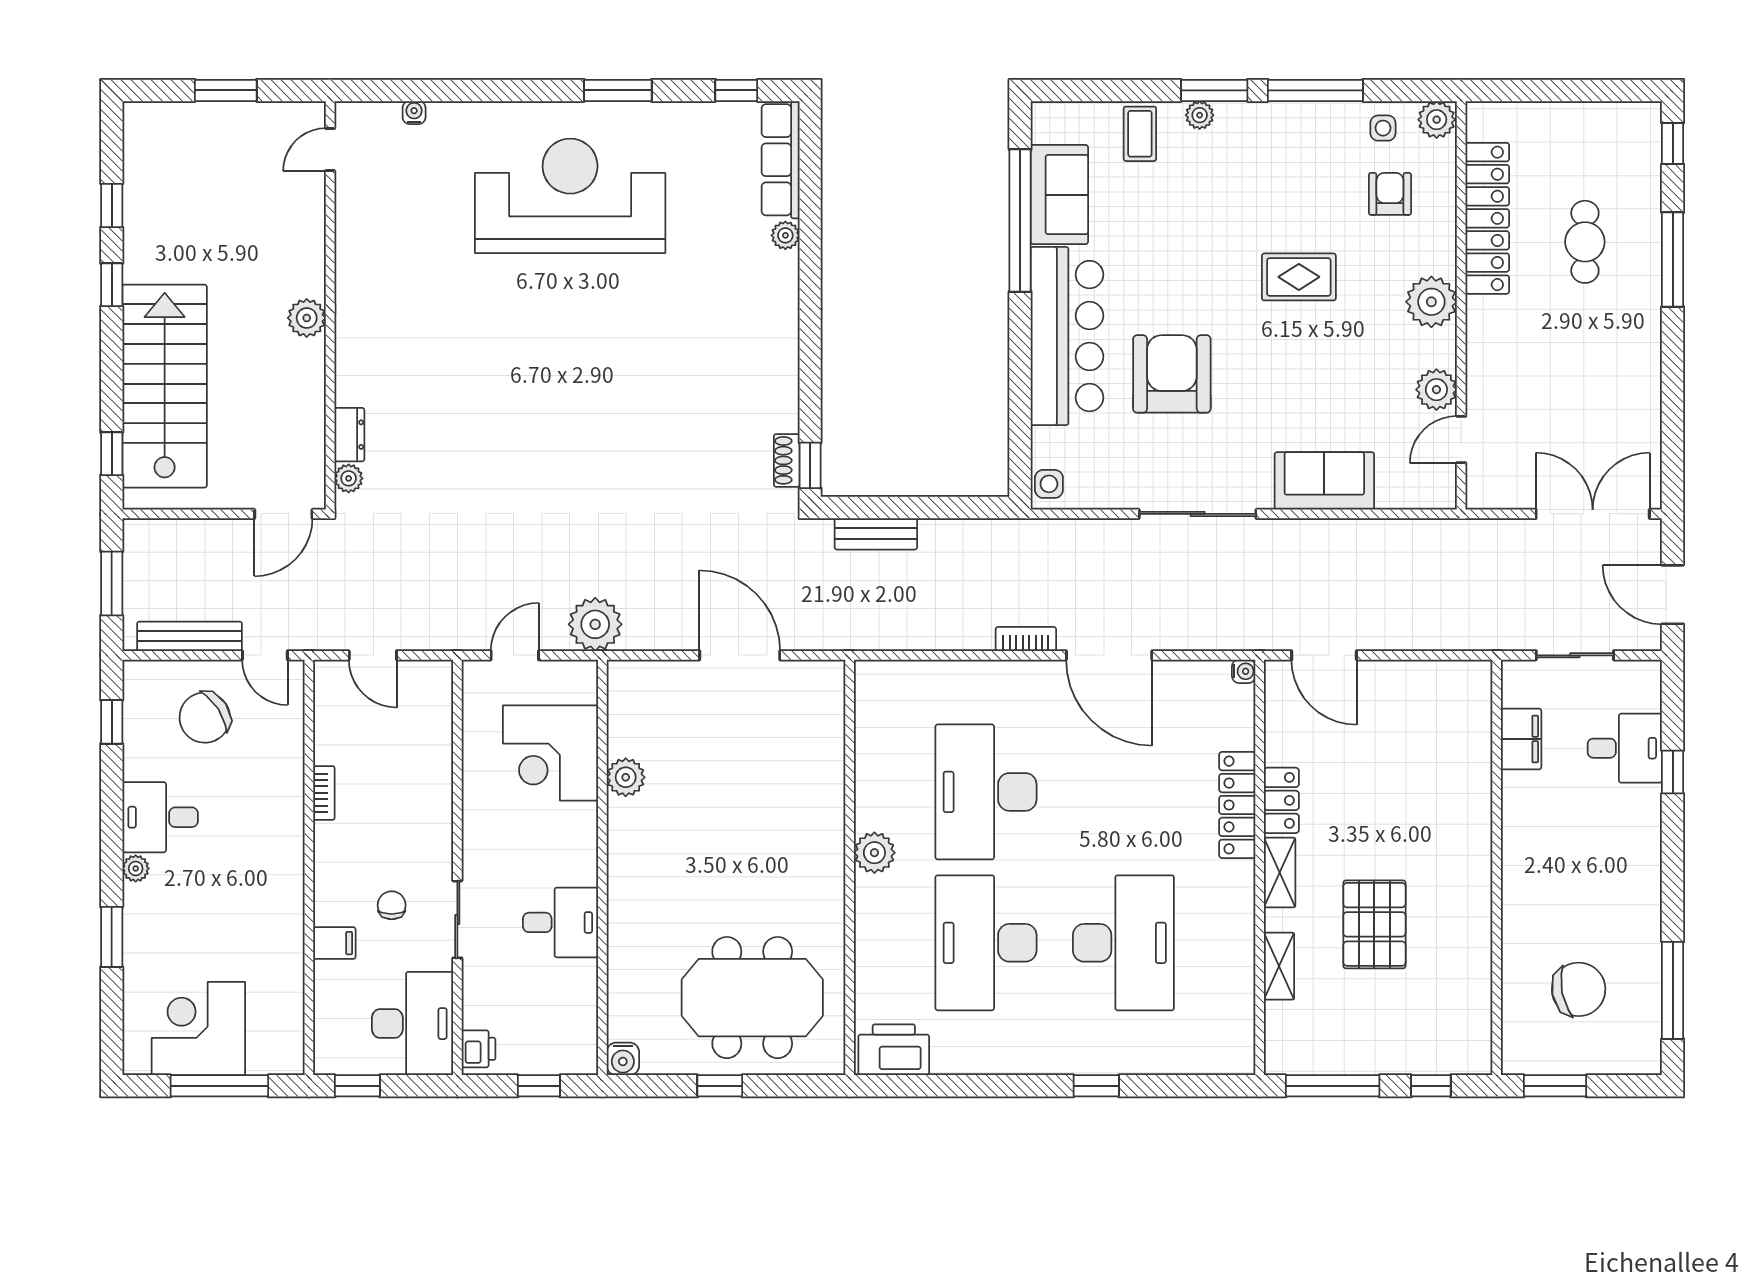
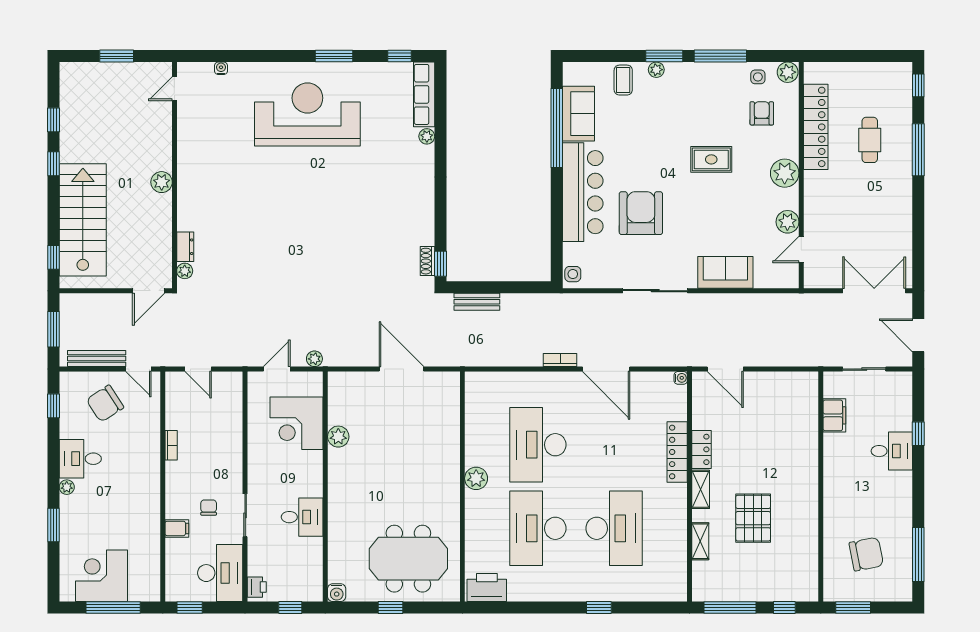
plant: (595, 624) -> (314, 359), width x0.53, depth x0.53
desk: (1625, 748) -> (892, 451), moved

